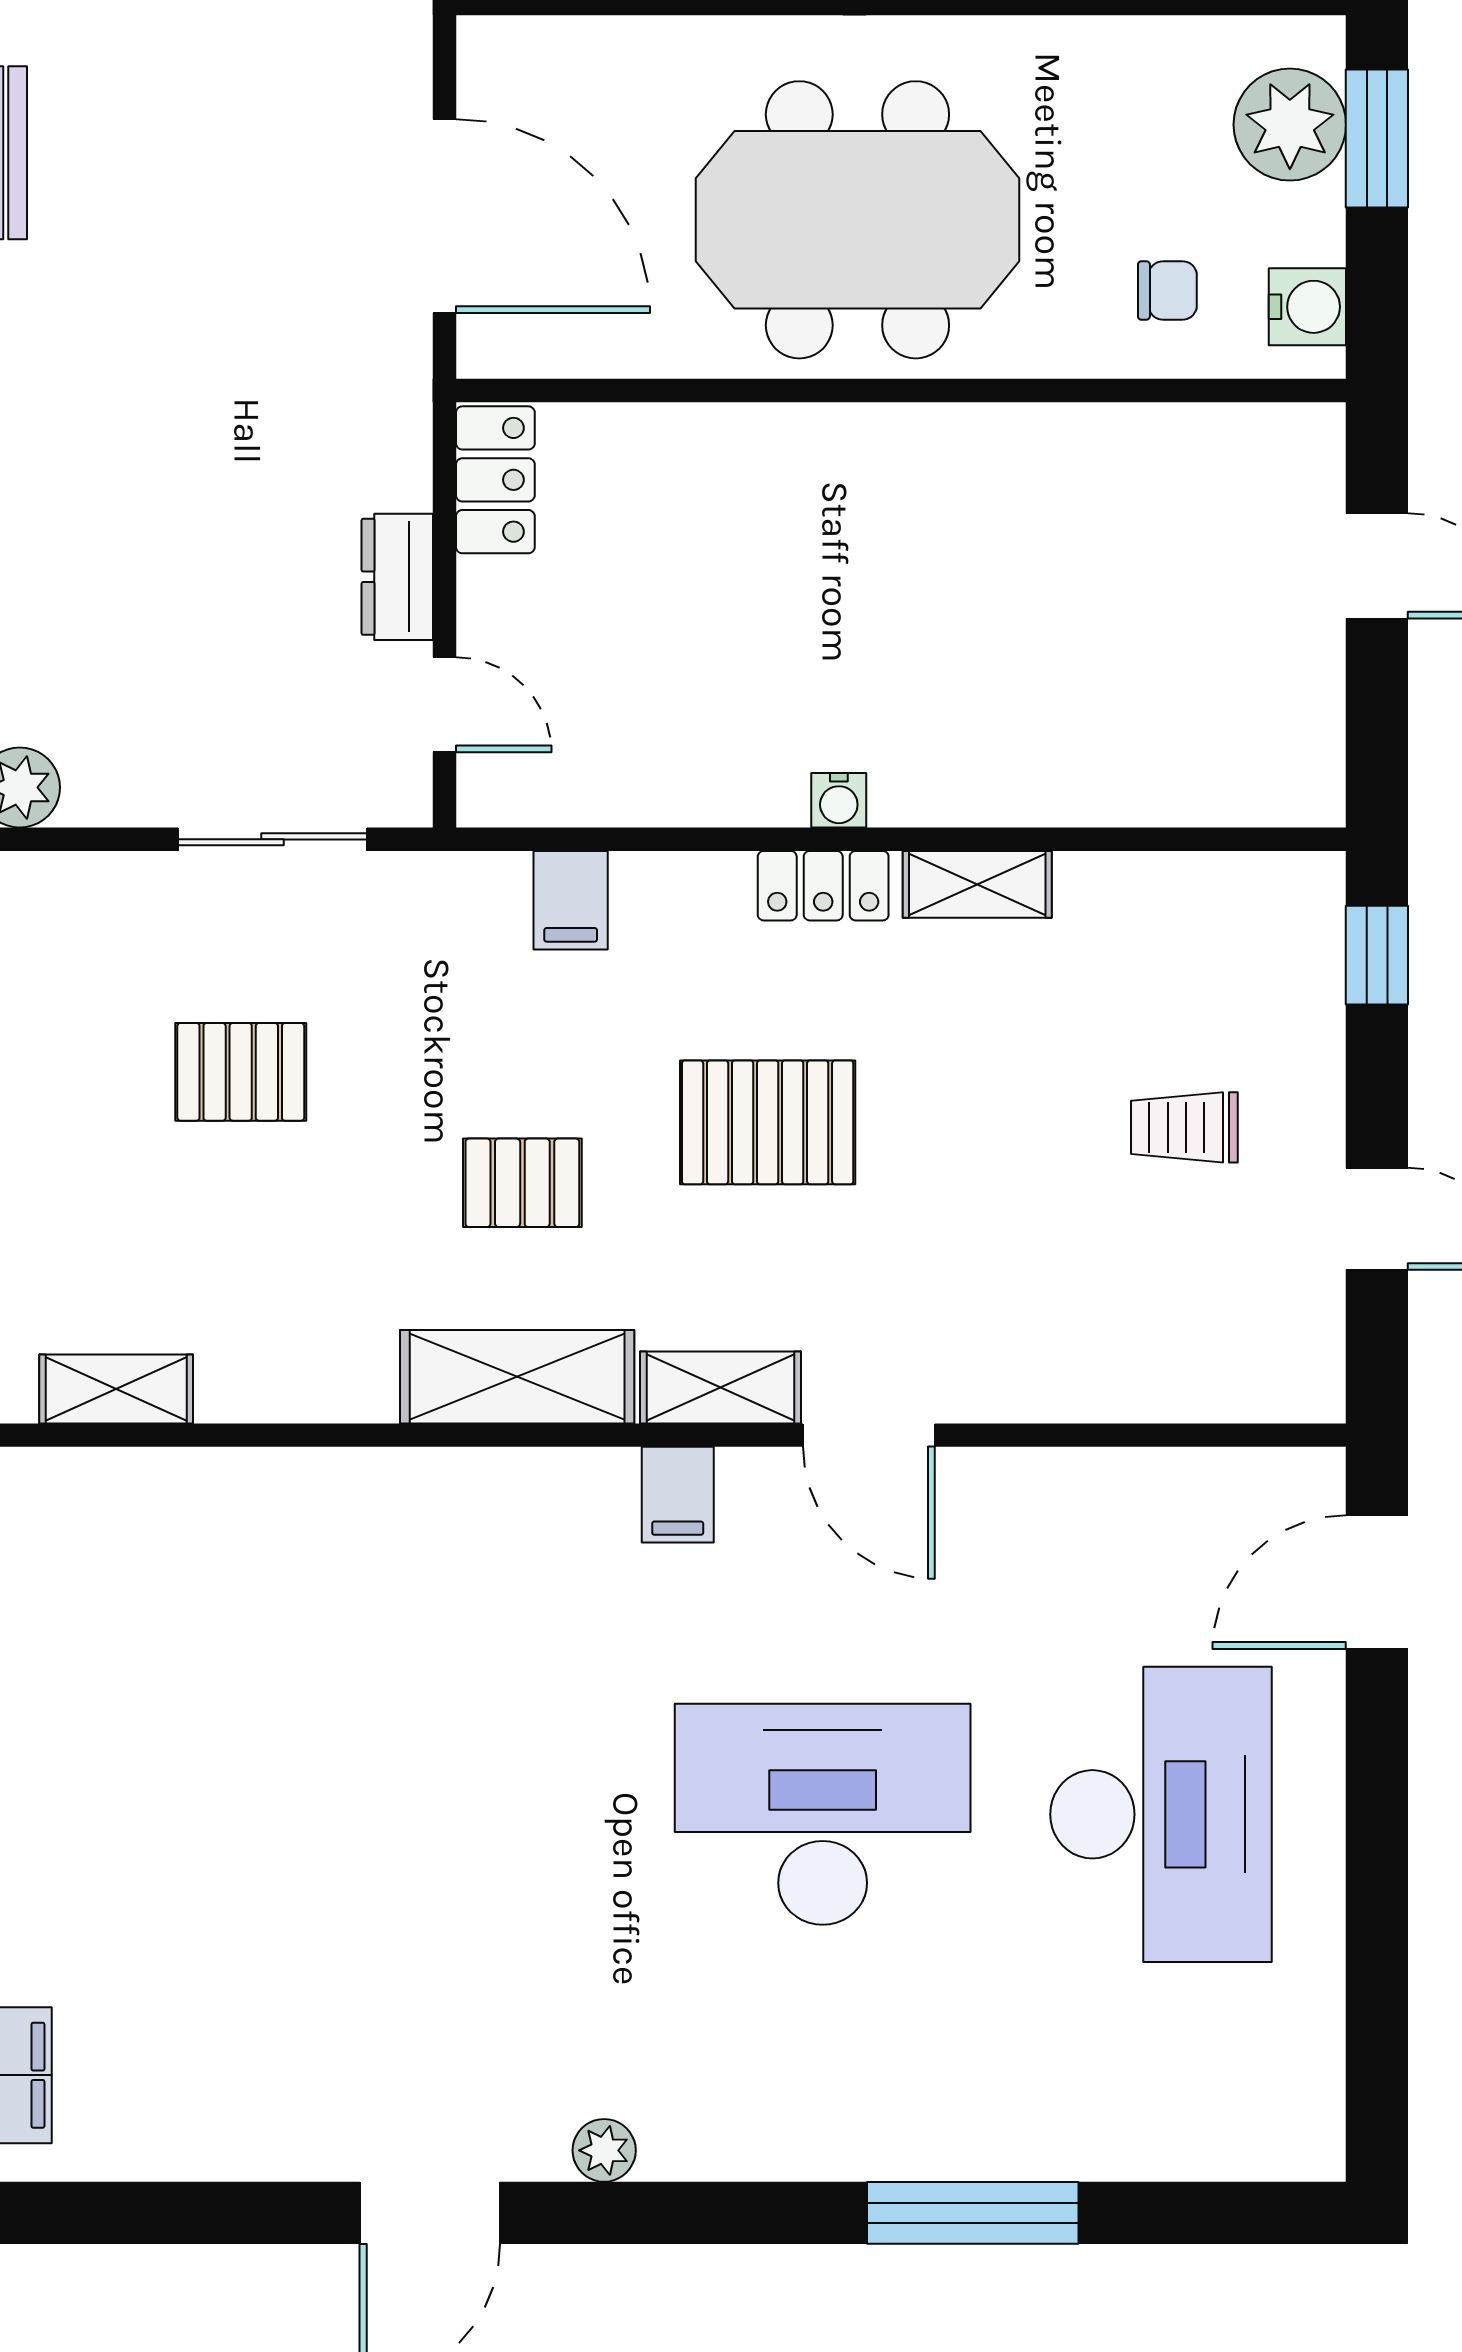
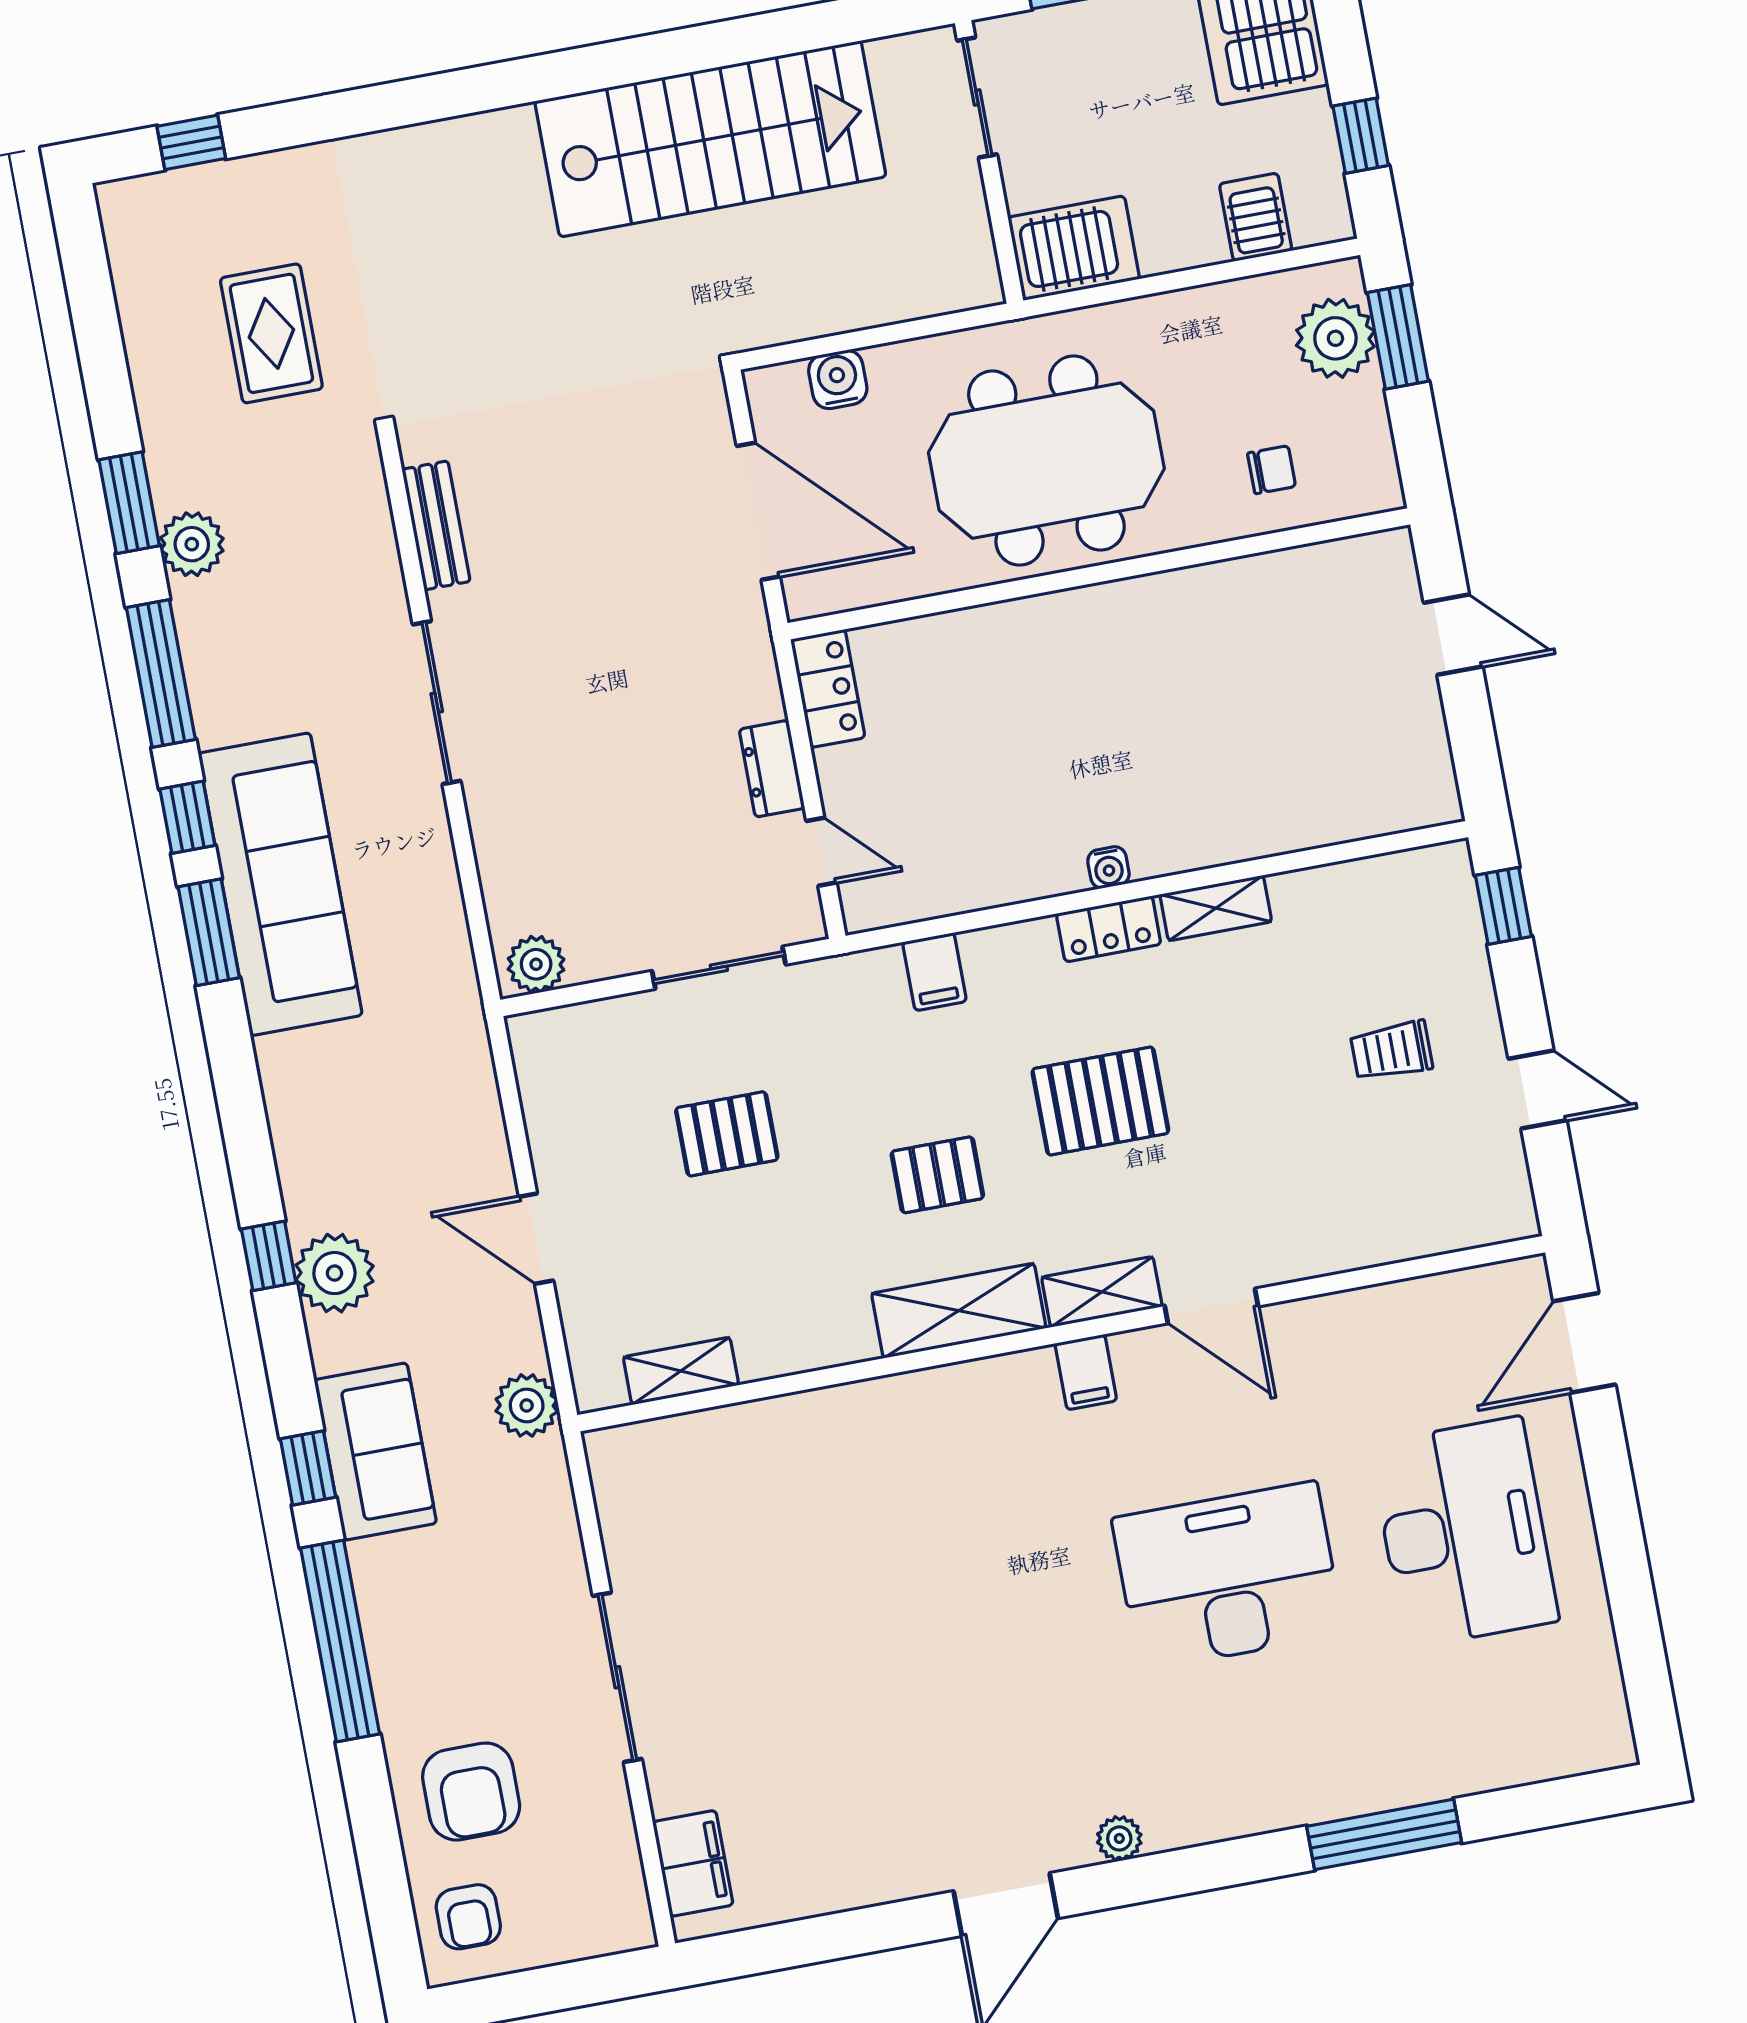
water cooler: (1307, 307) -> (838, 379), moved, turned -90

